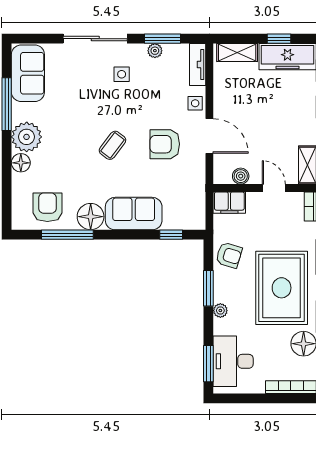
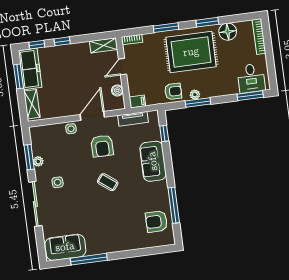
window: (279, 39) -> (19, 76), width x1.50
tv unit: (198, 64) -> (133, 119), moved
plant: (27, 137) -> (110, 242), removed
floor lamp: (21, 163) -> (128, 244), removed
filing cabinet: (229, 203) -> (137, 102), width x0.50
floor lamp: (91, 217) -> (159, 191), removed
armchair: (229, 255) -> (173, 91), turned 73
plant: (220, 311) -> (195, 95), moved
desk: (233, 361) -> (251, 78), width x0.73

